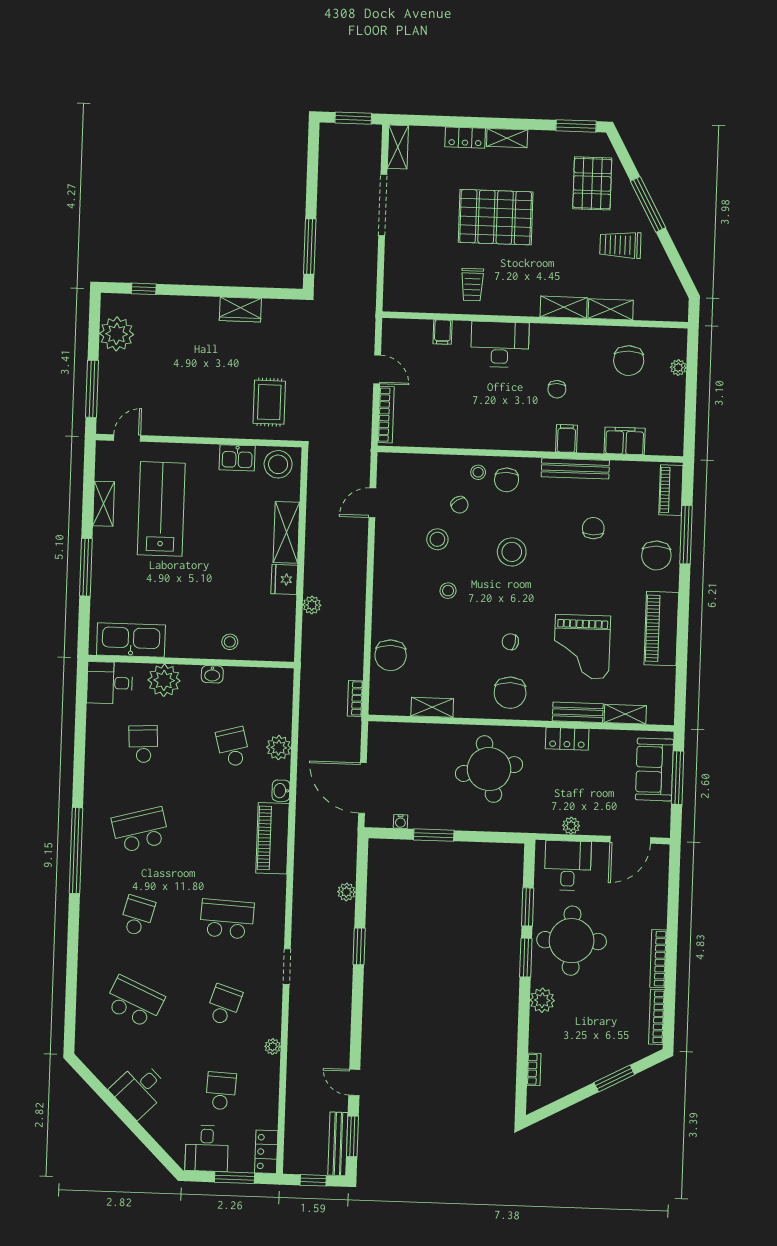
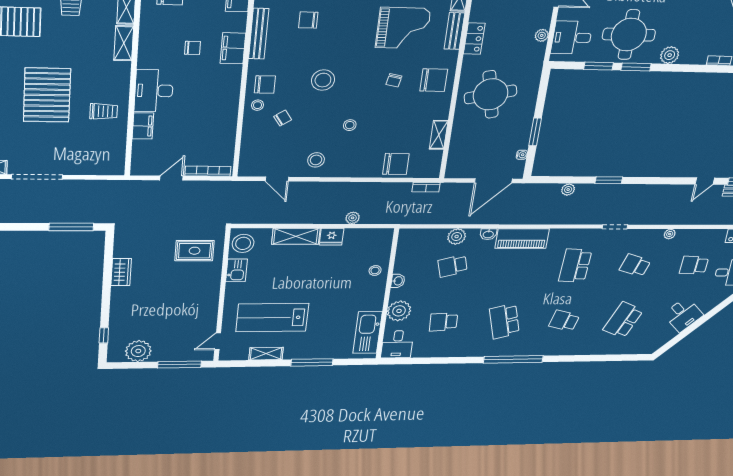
filing cabinet: (443, 332) -> (143, 126), width x2.00
door: (127, 438) -> (218, 341), hinge flipped
filing cabinet: (566, 438) -> (233, 48), width x2.00
stool: (437, 539) -> (316, 160), moved

